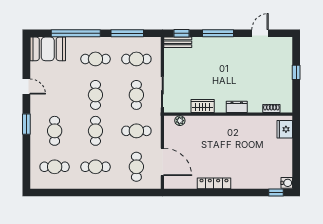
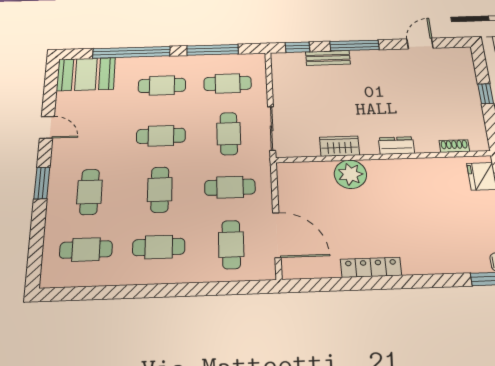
bench: (178, 42) -> (328, 58), moved
cafe table: (95, 95) -> (161, 136), turned 90
plant: (180, 121) -> (350, 174), moved, width x1.87, depth x1.87

